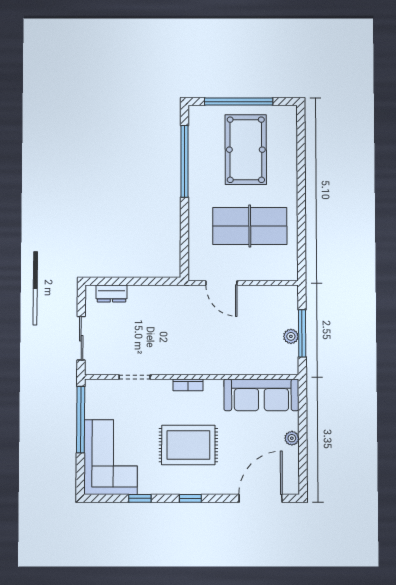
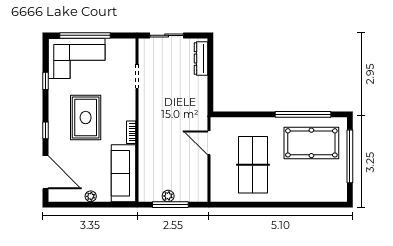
pool table: (246, 150) -> (311, 143), moved
door: (221, 283) -> (209, 143), hinge flipped
dresser: (111, 293) -> (201, 59), width x1.44
bookcase: (188, 385) -> (131, 132), moved
window: (81, 420) -> (85, 35), moved
window: (190, 498) -> (45, 130), moved

